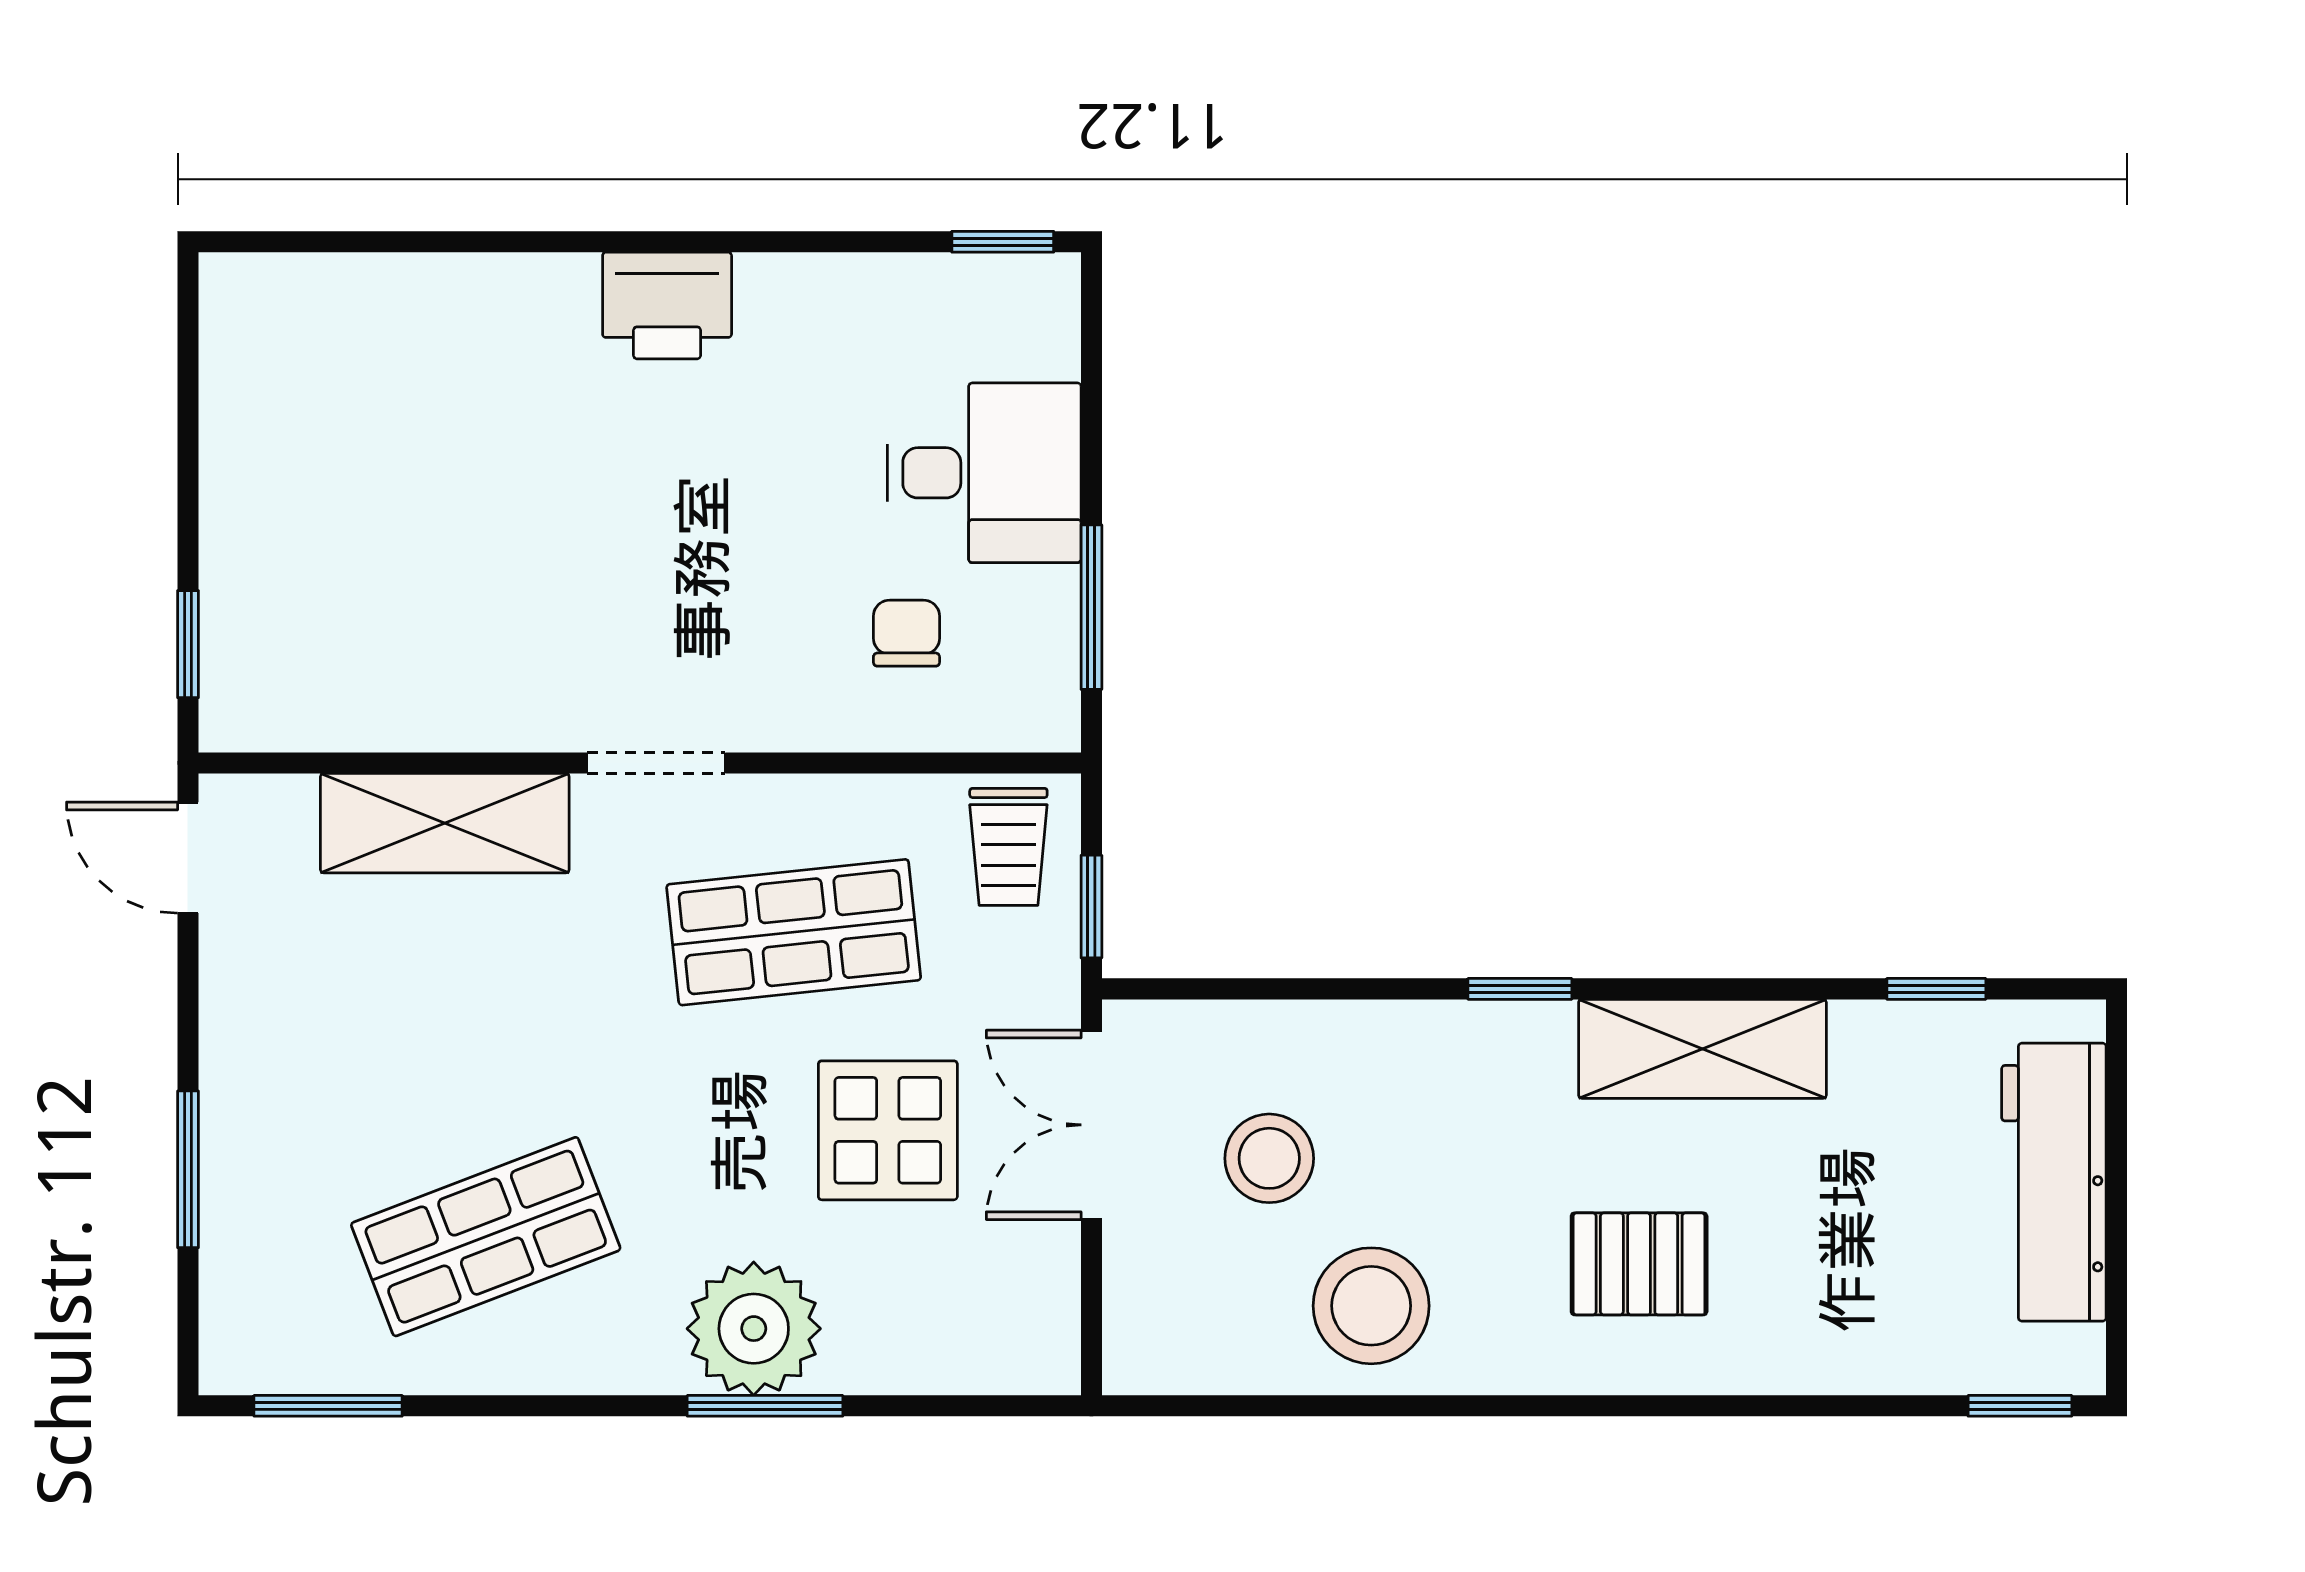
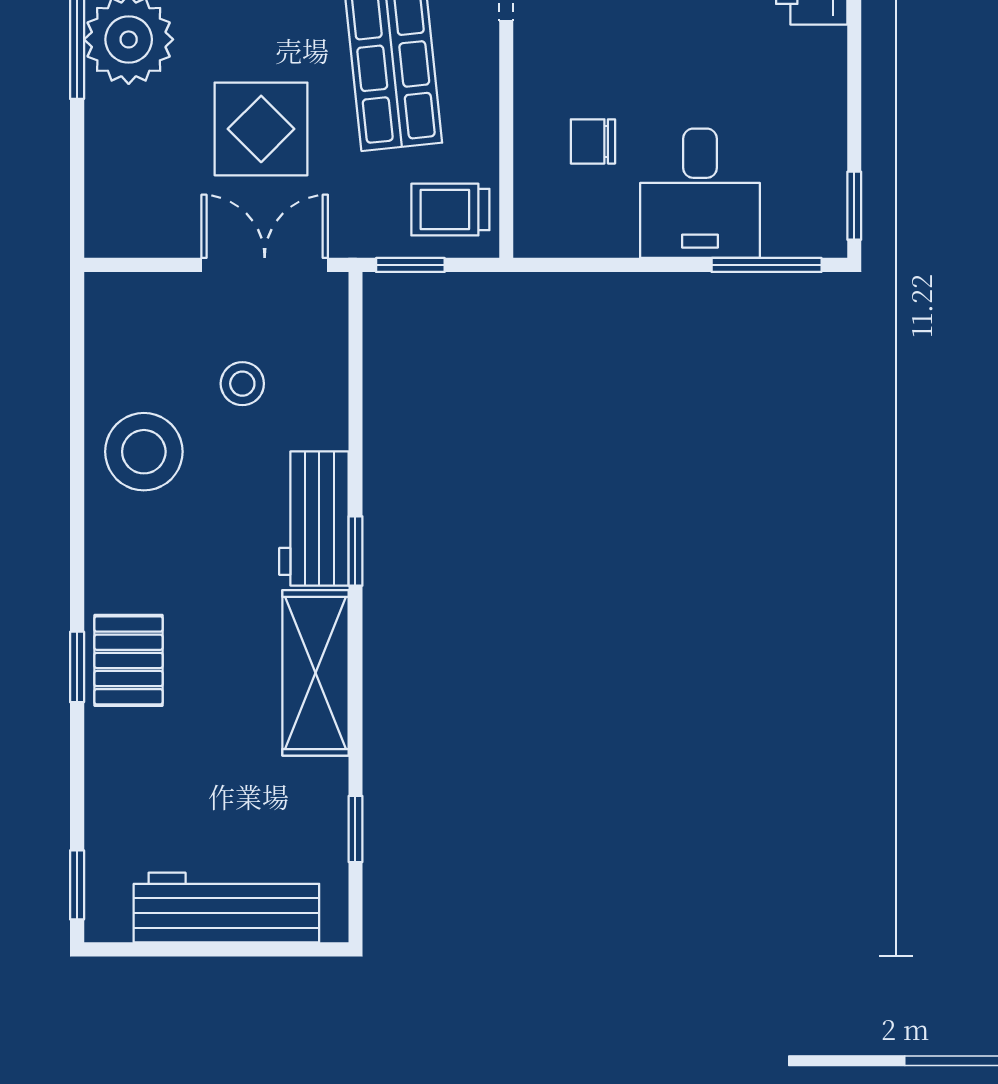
window: (1091, 607) -> (767, 265), moved
chair: (906, 633) -> (593, 141), turned 180
workbench: (1471, 1051) -> (314, 518), added
stool: (1269, 1158) -> (242, 384), width x0.73, depth x0.73
pallet: (1639, 1264) -> (129, 660), moved
window: (1694, 1406) -> (77, 667), added

